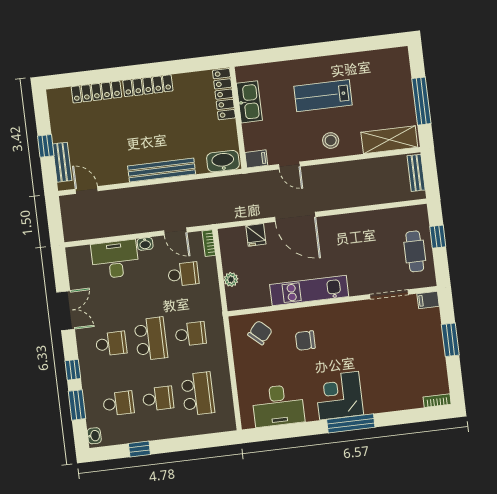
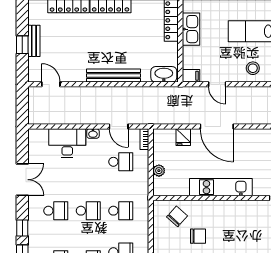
bench: (62, 162) -> (34, 41), moved
school desk: (151, 339) -> (88, 211), width x0.54
chair: (305, 340) -> (198, 236), moved, turned 180

